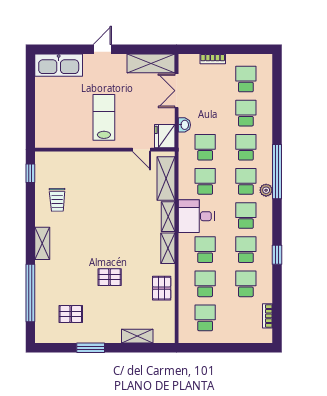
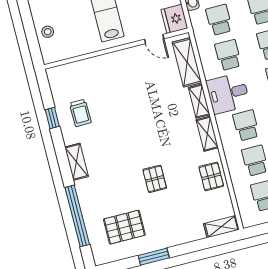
stool: (46, 118) -> (48, 32), added
window: (30, 173) -> (52, 118), moved
pallet: (110, 277) -> (155, 179), turned 90
pallet: (71, 314) -> (124, 227), width x1.50, depth x1.42
shelving: (137, 336) -> (221, 227), moved

